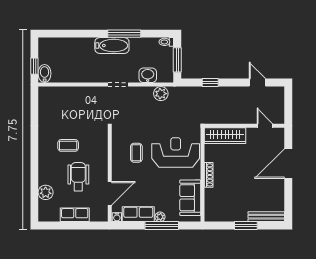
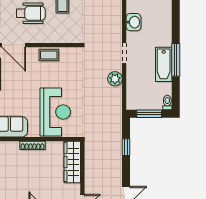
bathtub: (112, 46) -> (164, 64), moved
washbasin: (148, 75) -> (134, 22), moved
plant: (161, 94) -> (115, 79), moved
coffee table: (136, 153) -> (49, 55), moved

